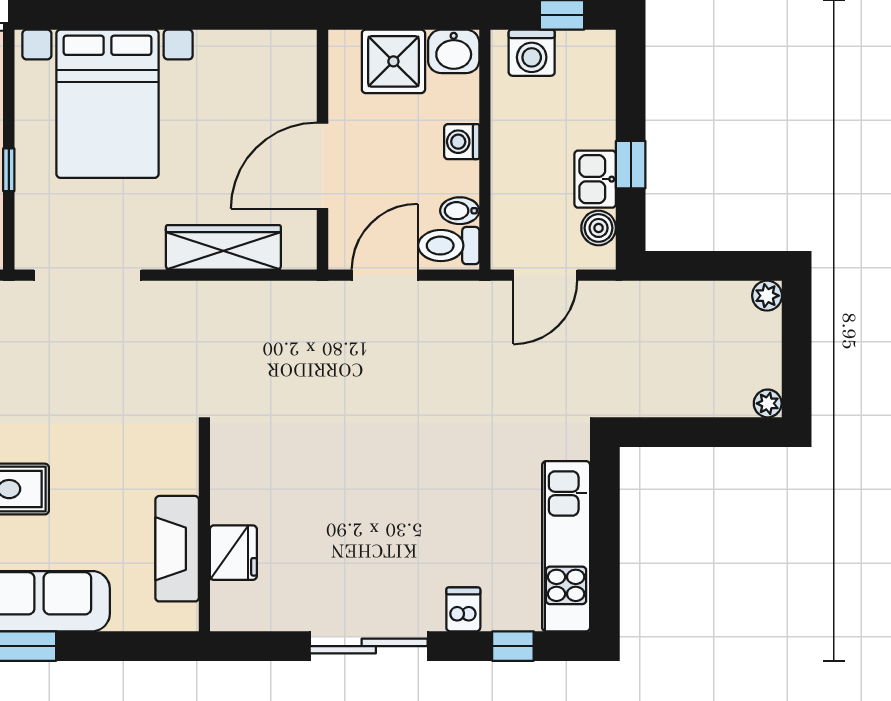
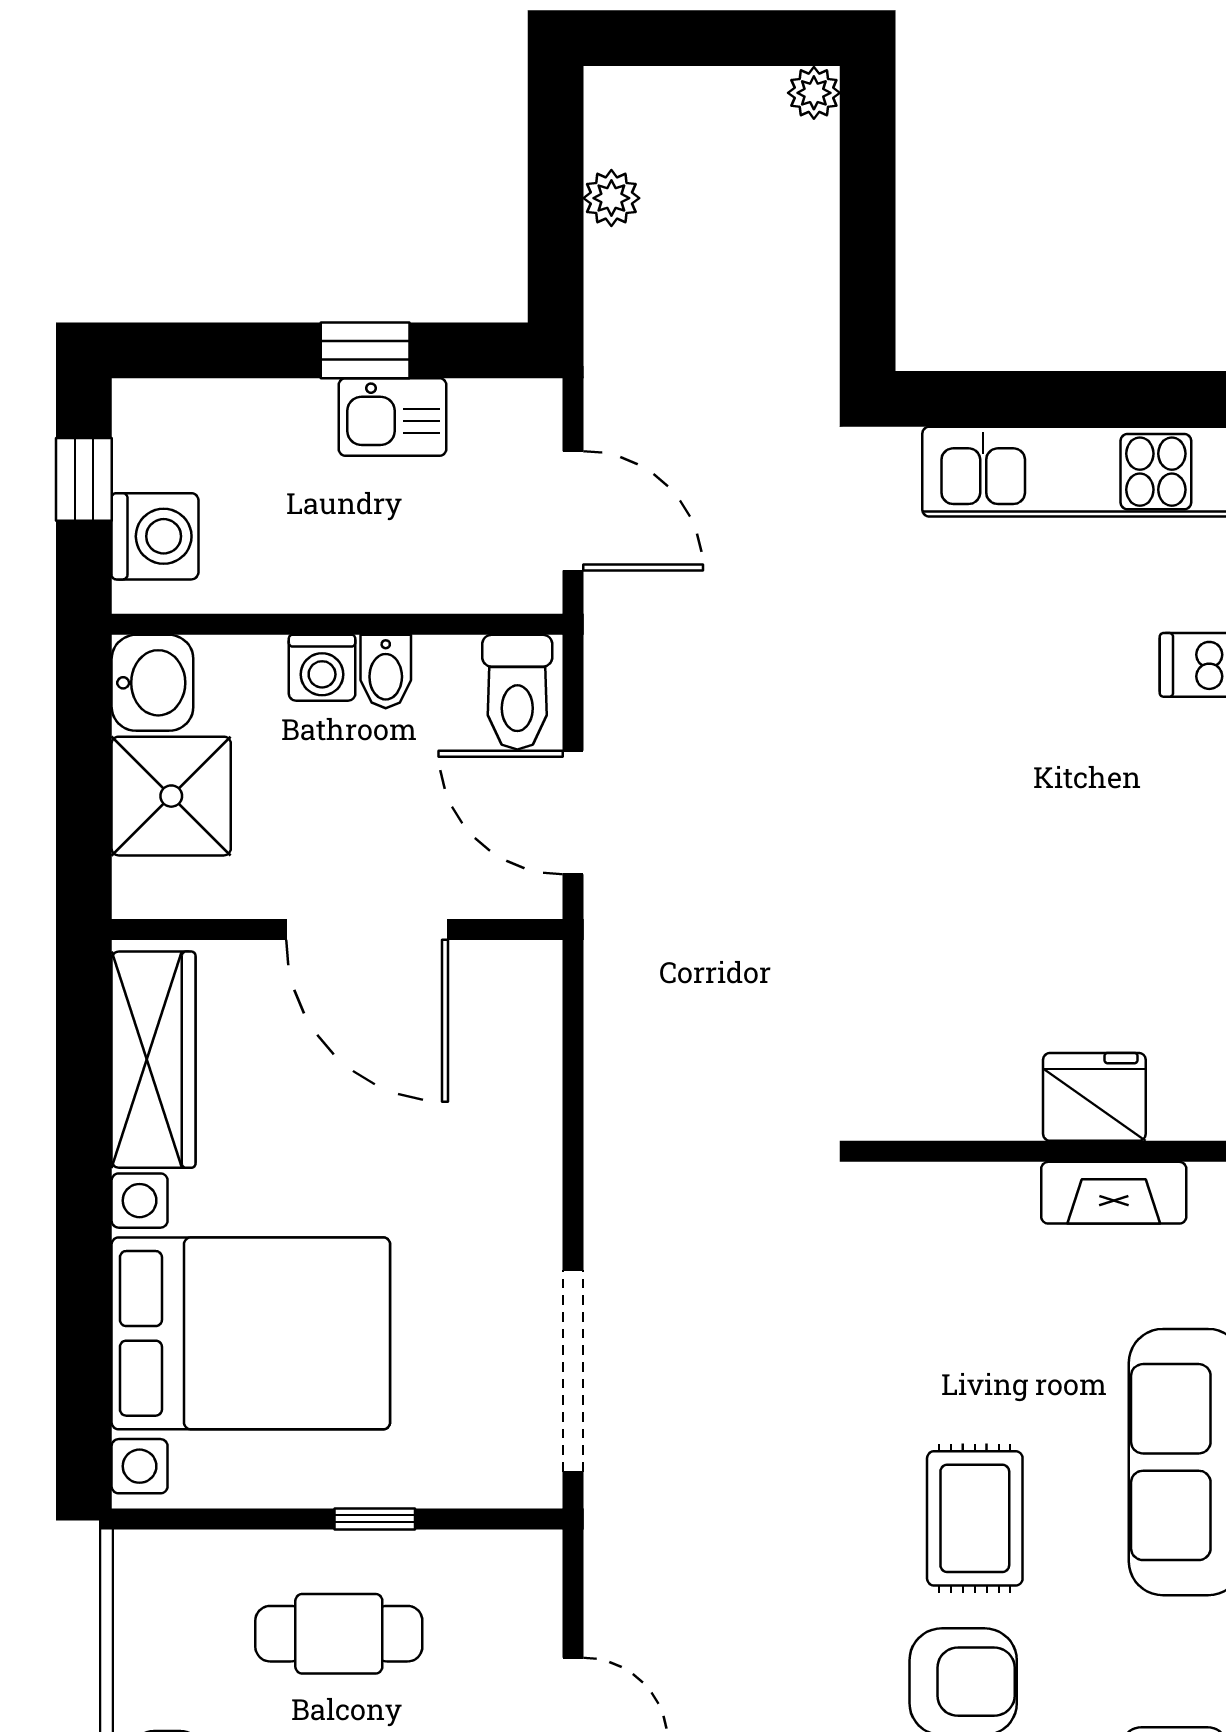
bidet: (460, 211) -> (386, 672), moved
boiler: (599, 228) -> (484, 411), removed
wardrobe: (223, 247) -> (154, 1060), moved, turned 180
plant: (767, 296) -> (611, 198), moved
fireplace: (177, 549) -> (1114, 1193), width x0.73, depth x0.76

